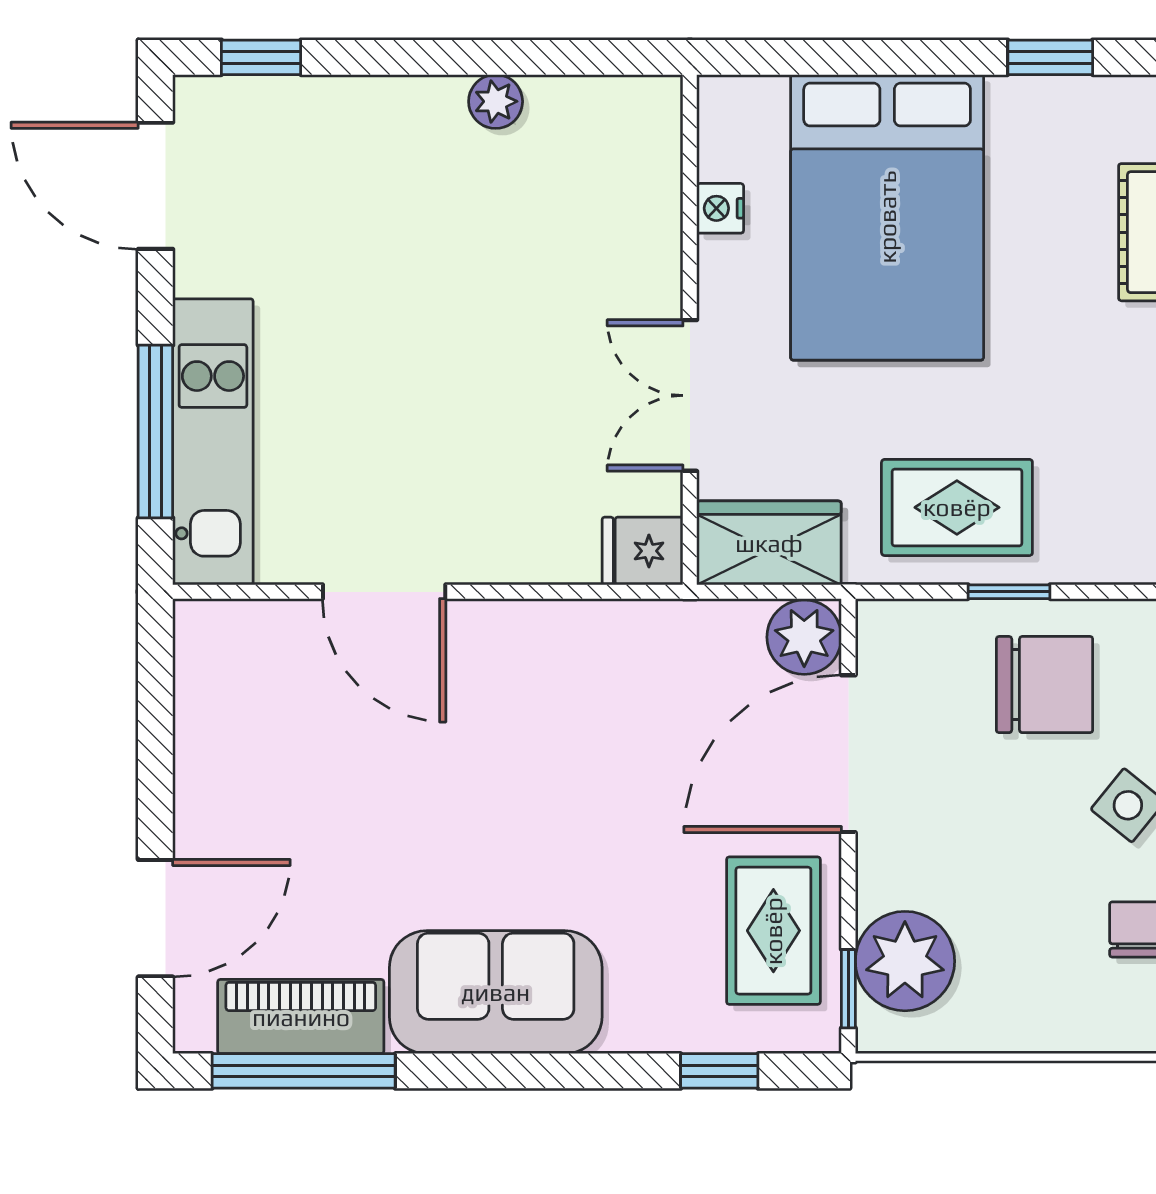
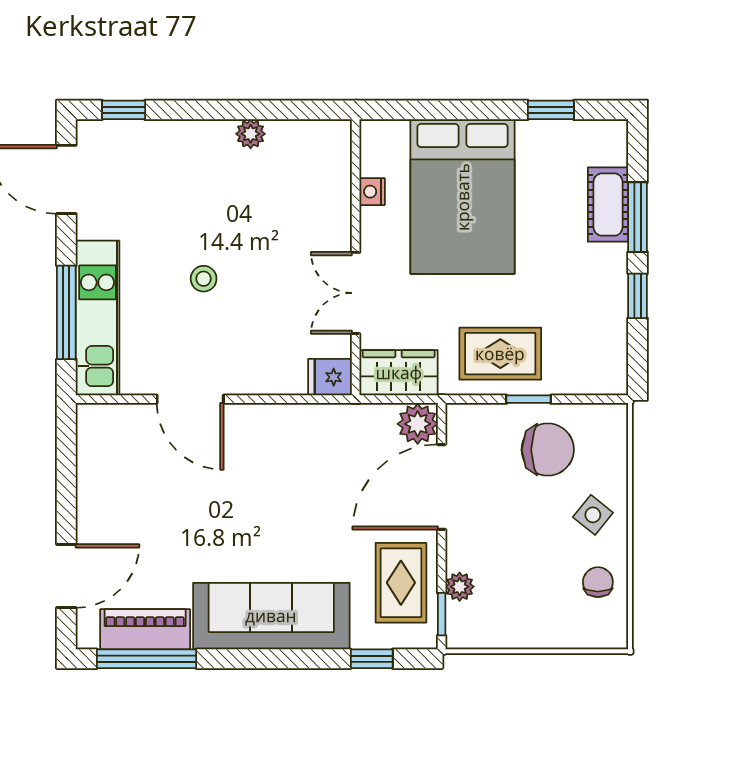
stool: (409, 369) -> (204, 279), added
plant: (905, 961) -> (460, 587), width x0.53, depth x0.53
sofa: (496, 992) -> (271, 616), width x1.36

